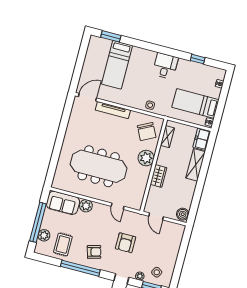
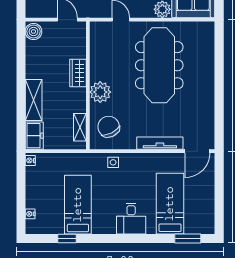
desk: (165, 66) -> (131, 219), moved
bed: (195, 103) -> (78, 205), moved, turned -90
meeting table: (99, 166) -> (159, 65), turned 90

